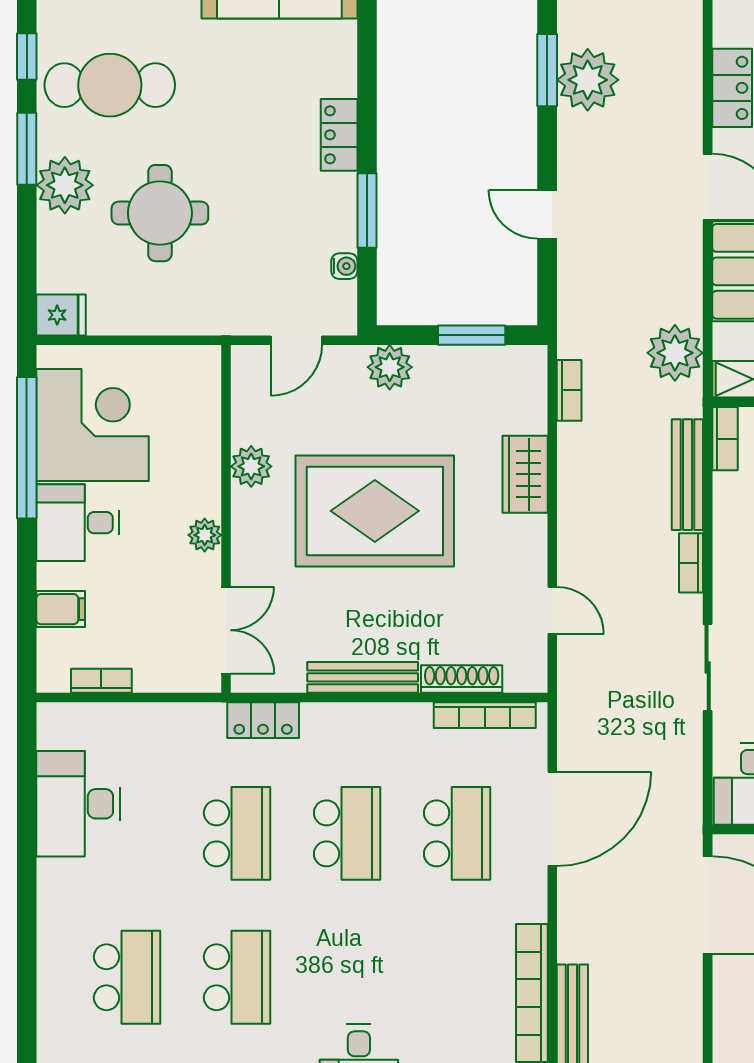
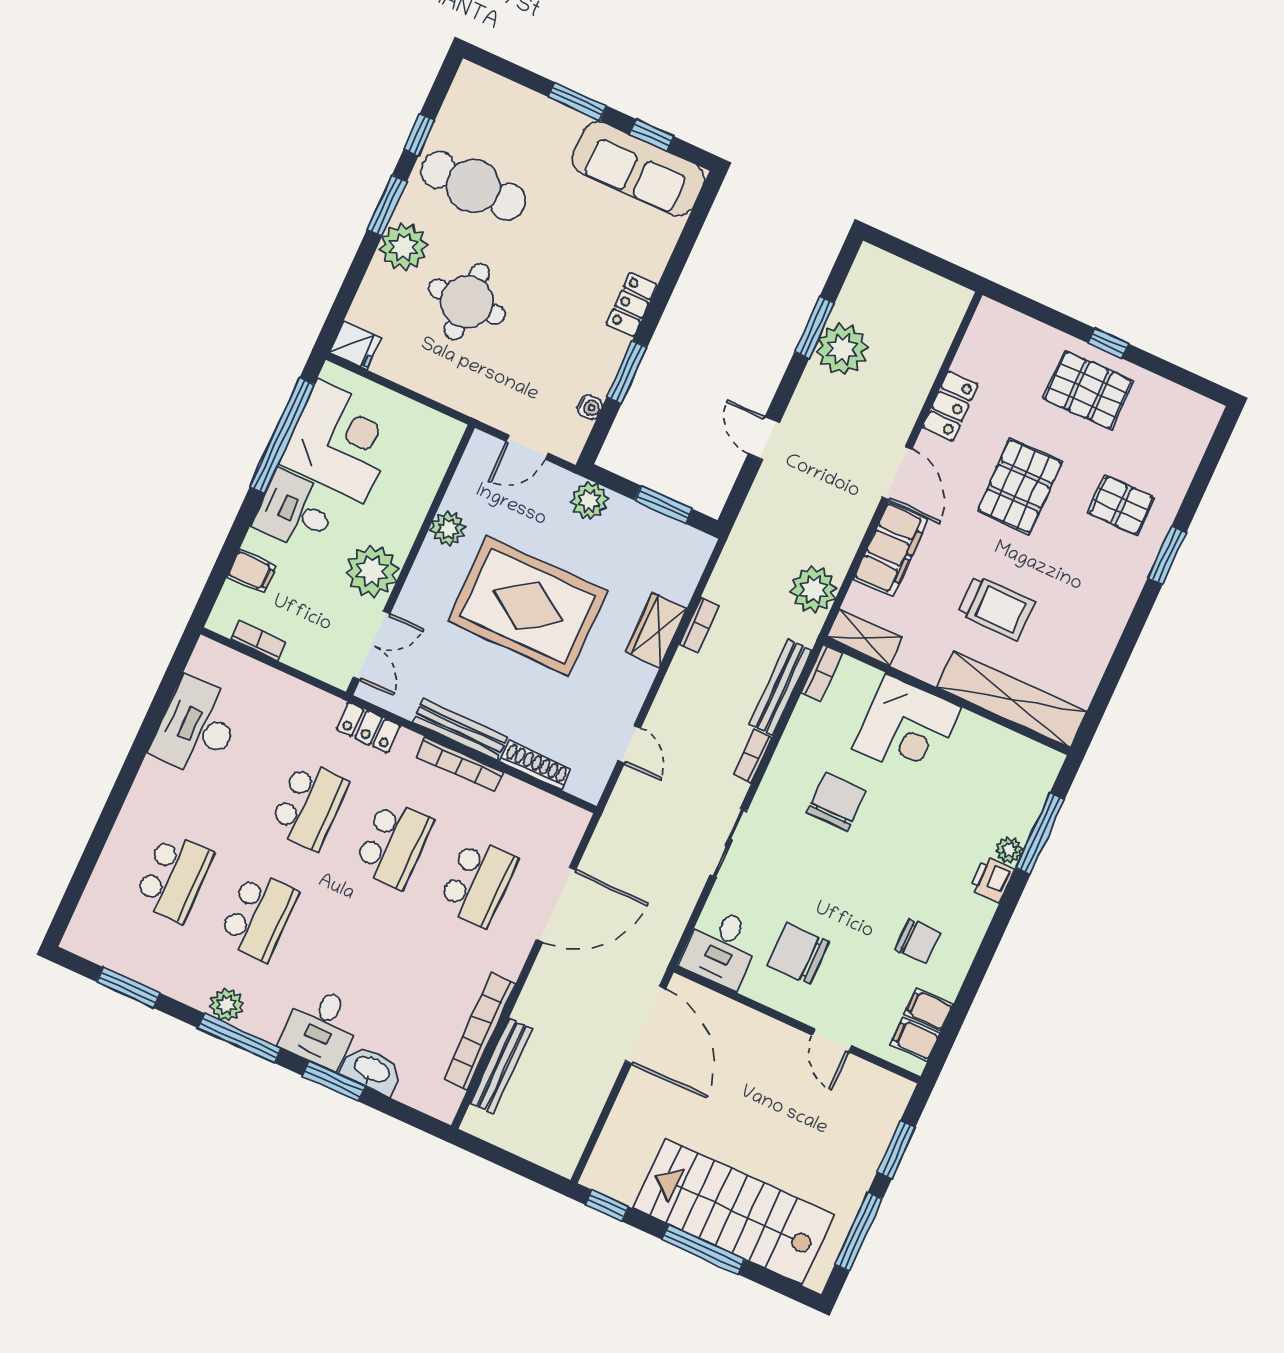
bookcase: (569, 390) -> (699, 625), moved
plant: (205, 535) -> (372, 571), width x1.87, depth x1.87
bookcase: (485, 715) -> (460, 764), moved

